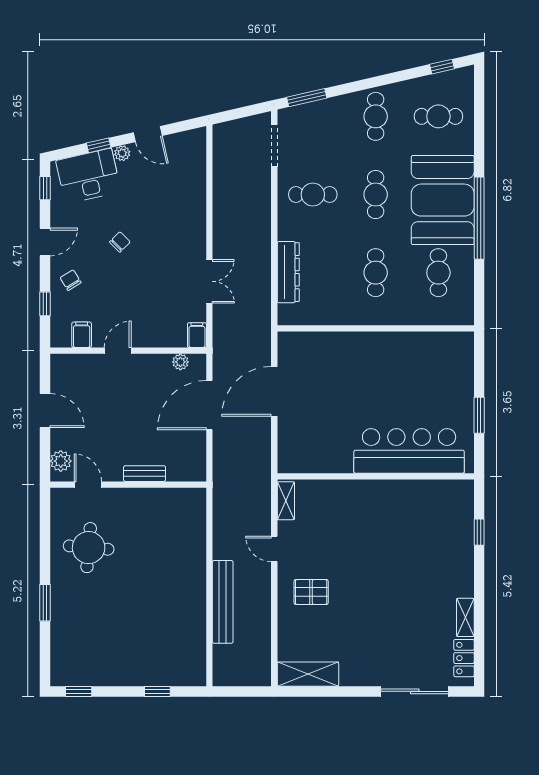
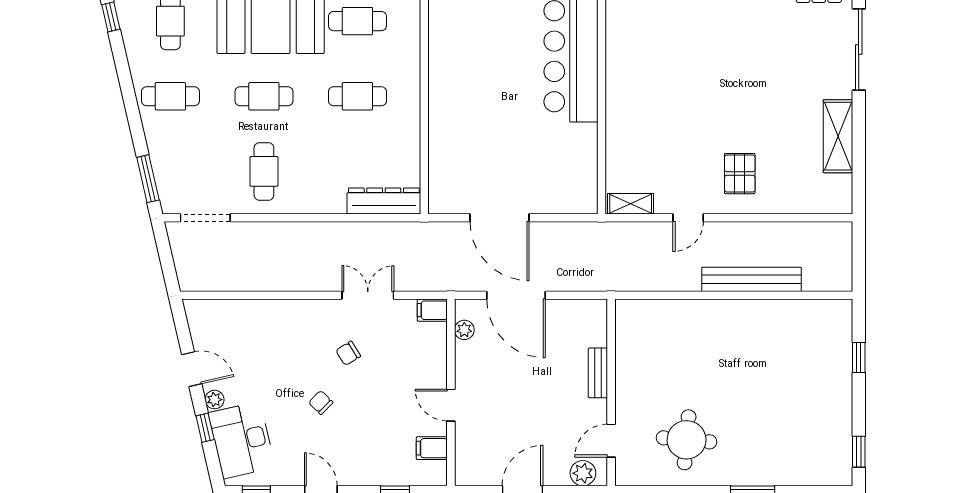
door: (148, 134) -> (192, 369), hinge flipped
dresser: (288, 272) -> (384, 201), moved
chair: (71, 280) -> (348, 353), moved
shelving: (308, 674) -> (838, 136), moved

